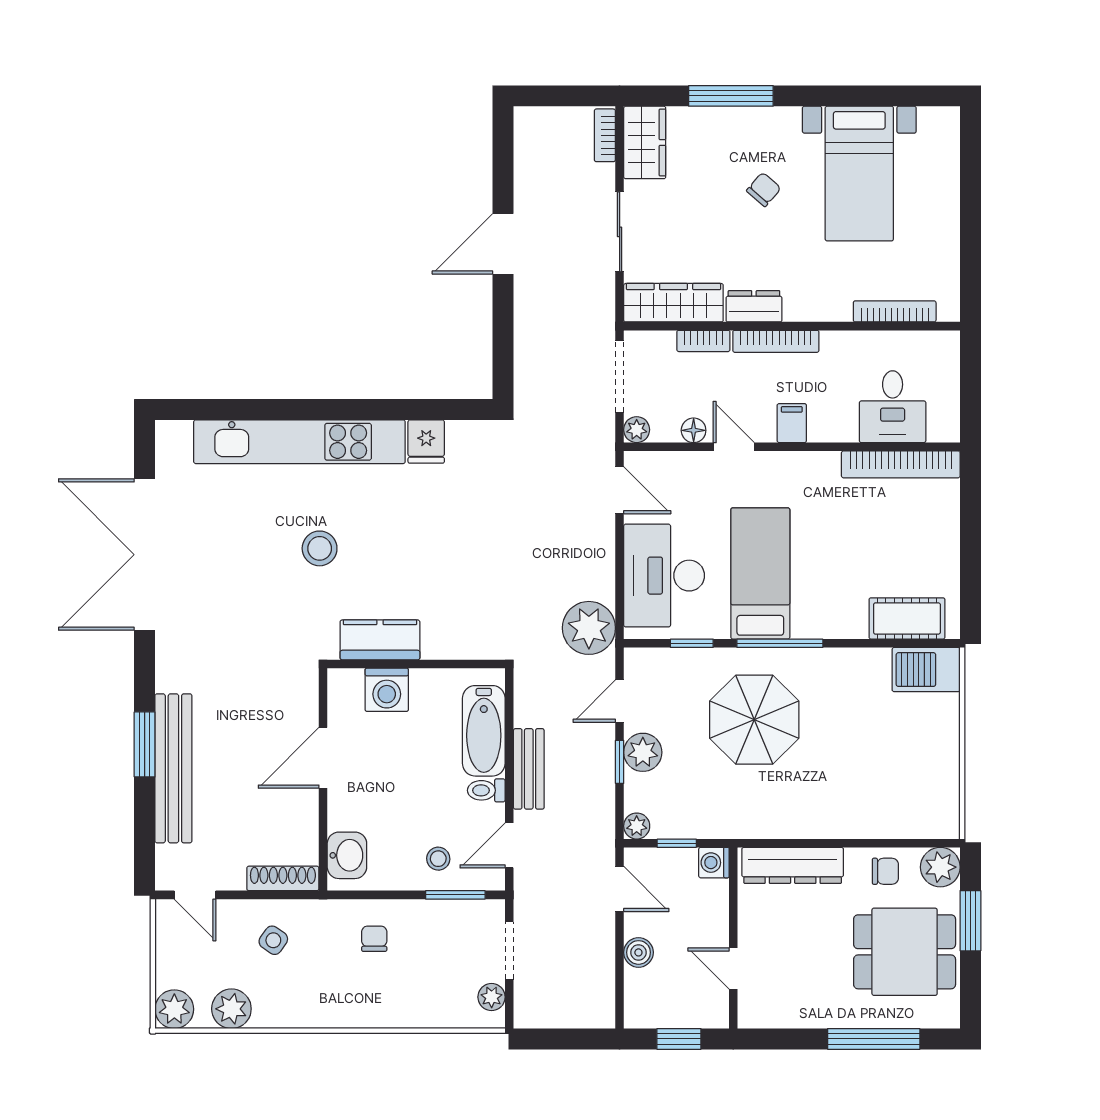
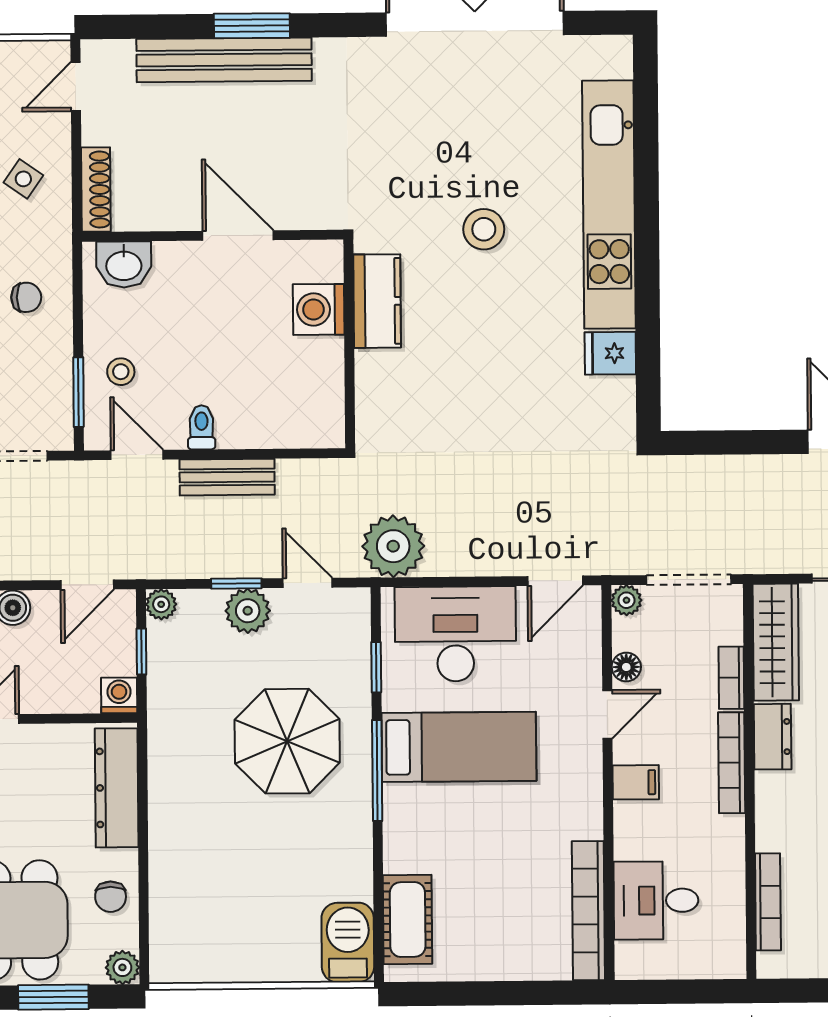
bathtub: (484, 731) -> (271, 424), removed
plant: (940, 867) -> (122, 967), width x0.73, depth x0.73

